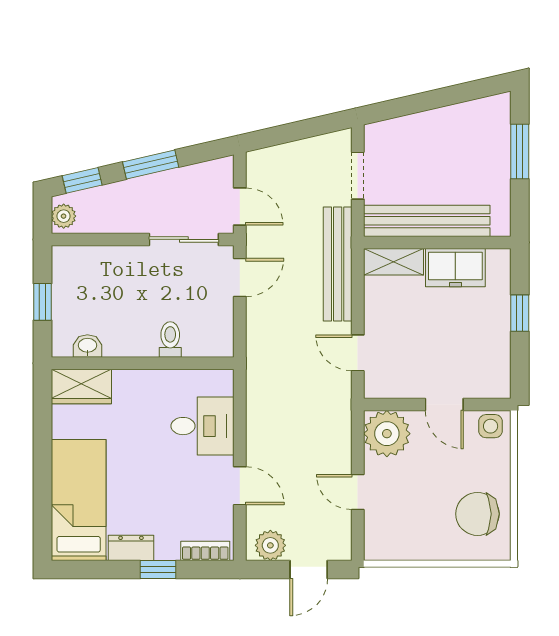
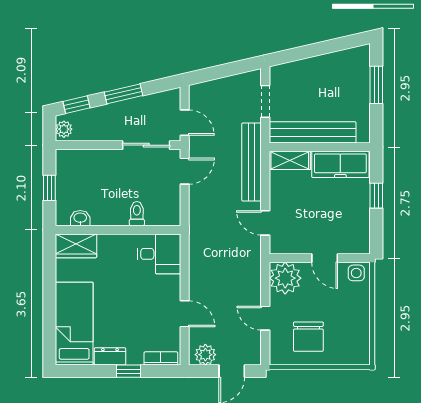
freezer: (455, 268) -> (340, 164), width x1.40
desk: (202, 426) -> (159, 254), moved
chair: (477, 514) -> (308, 337), moved, turned -90

